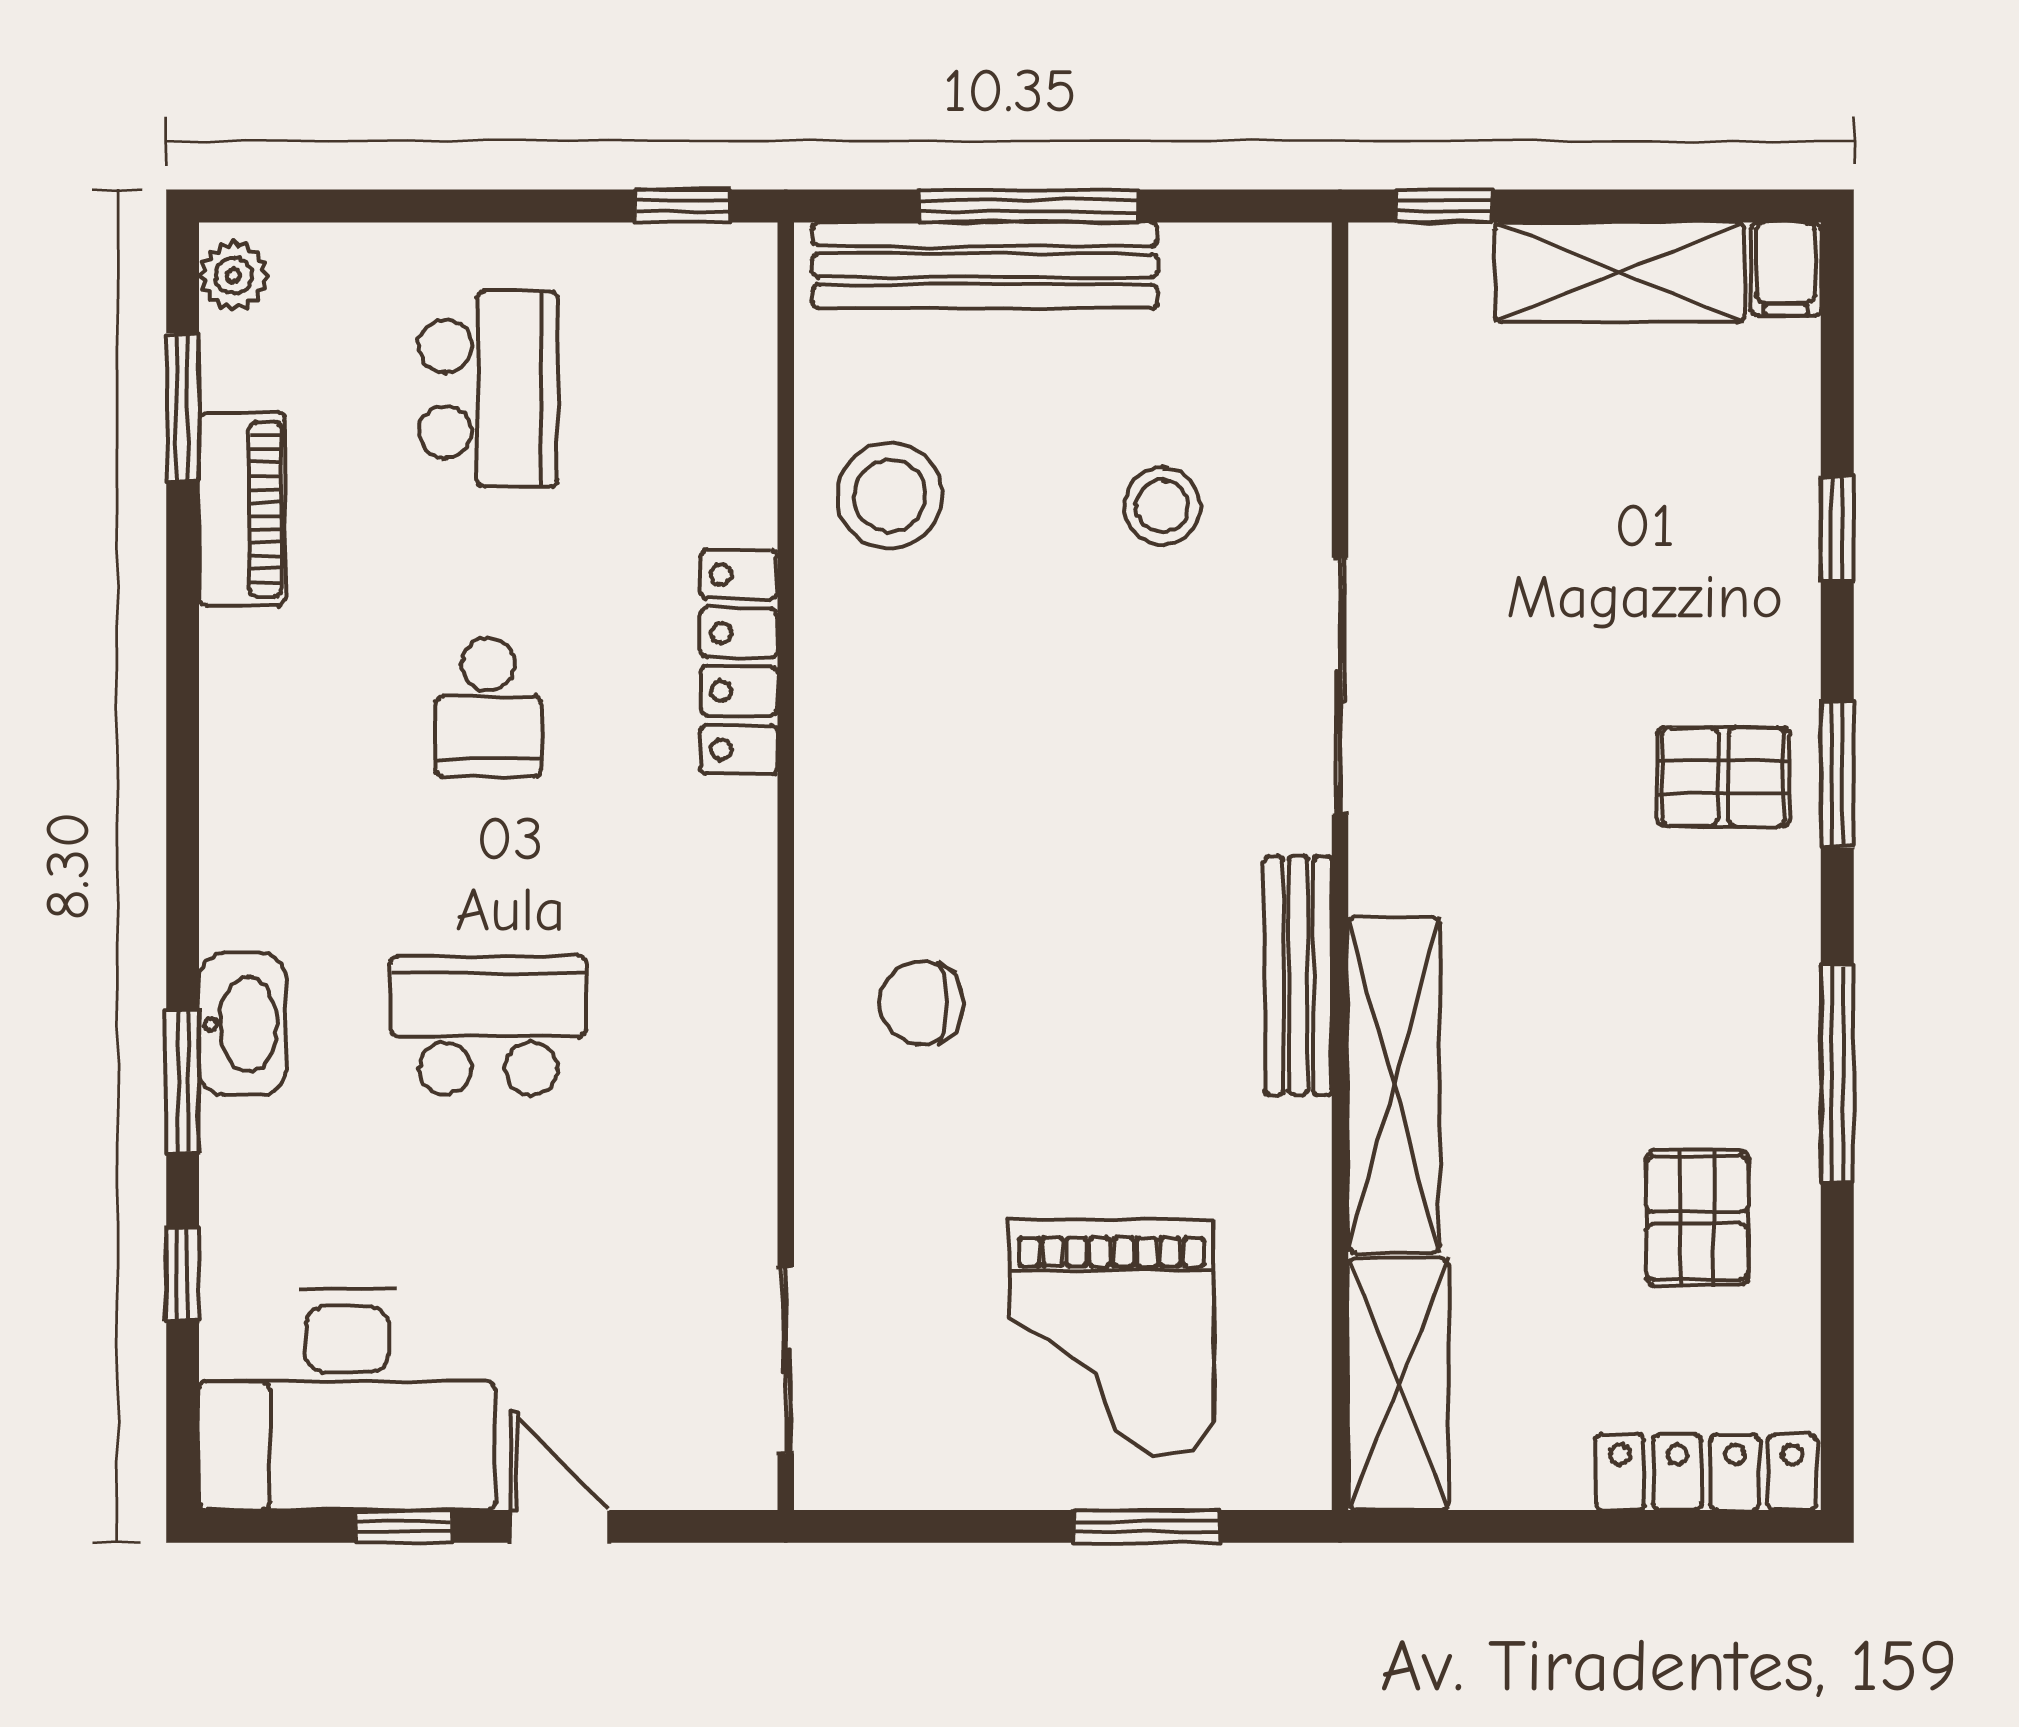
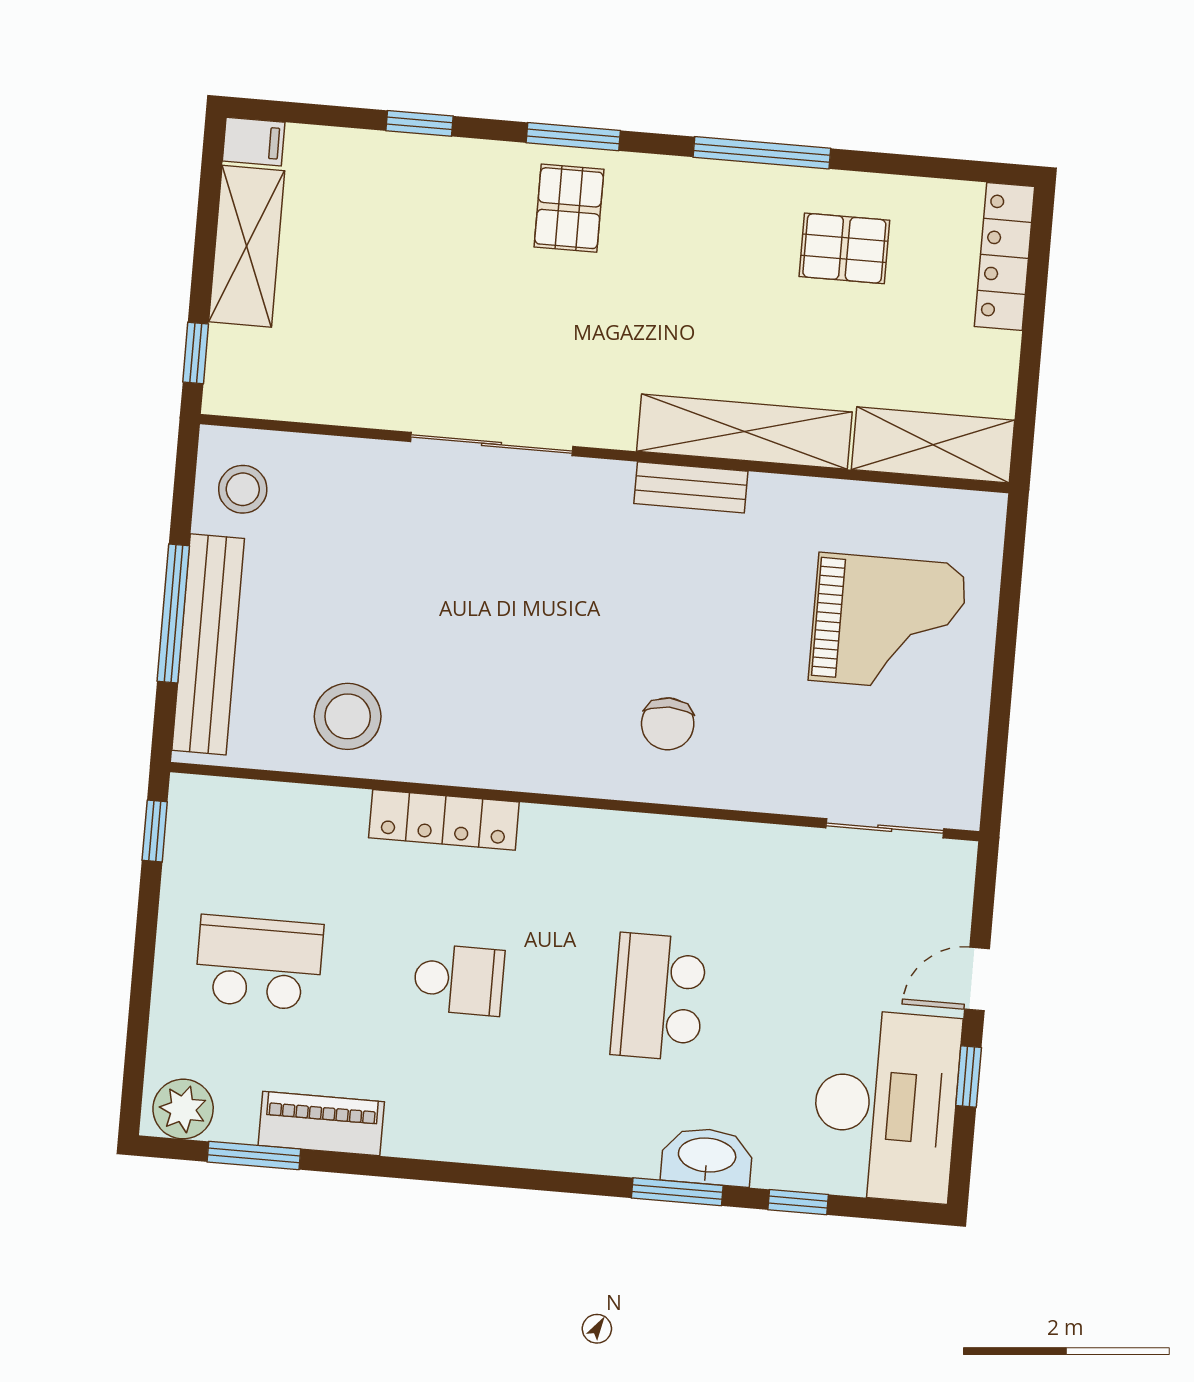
plant: (234, 276) -> (183, 1109), width x1.38, depth x1.38
stool: (1162, 506) -> (243, 489), moved
bench: (1298, 976) -> (691, 487), width x0.73
washbasin: (242, 1024) -> (707, 1157), moved
window: (1147, 1526) -> (1009, 610), removed

